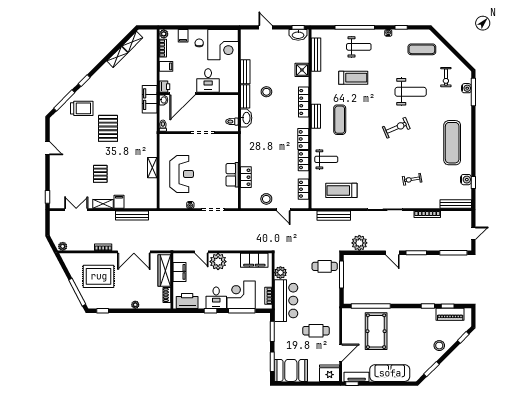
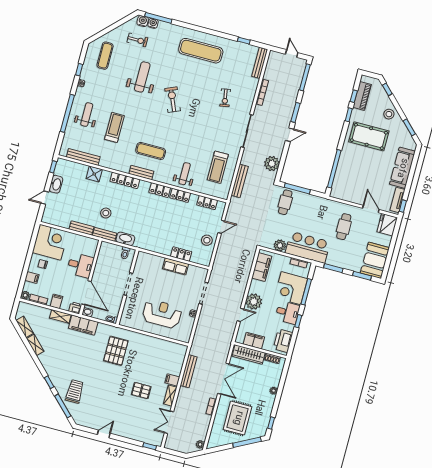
washbasin: (298, 35) -> (56, 184), moved
pallet: (108, 128) -> (116, 351), moved, turned 90
shelving: (152, 168) -> (60, 316), moved
water cooler: (466, 180) -> (143, 21), moved
pool table: (376, 331) -> (369, 136), moved

